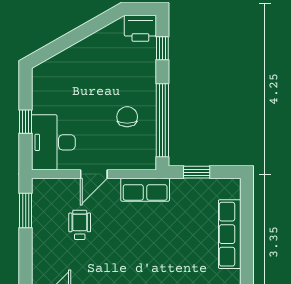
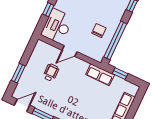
row of seats: (145, 190) -> (100, 75), moved
window: (26, 211) -> (18, 73), moved

